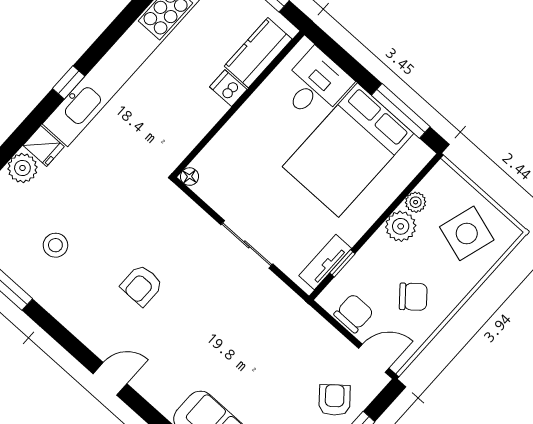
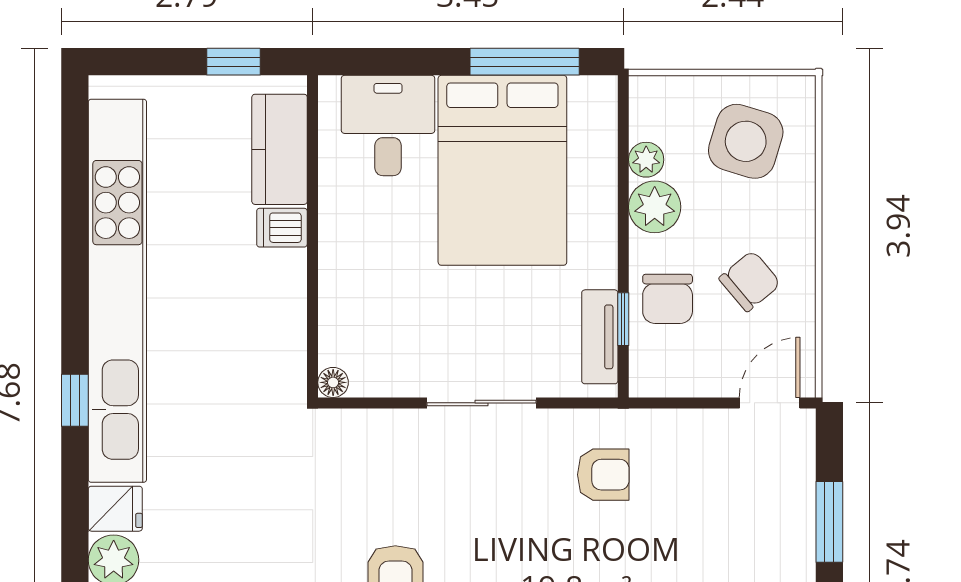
chair: (354, 313) -> (668, 299), moved, turned 180
armchair: (335, 400) -> (603, 475), moved, turned 130

